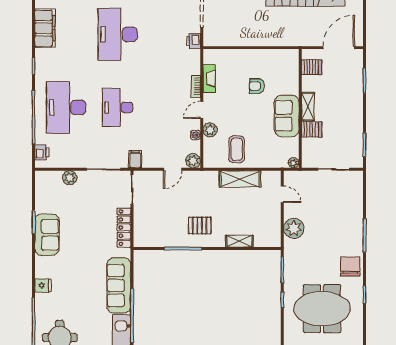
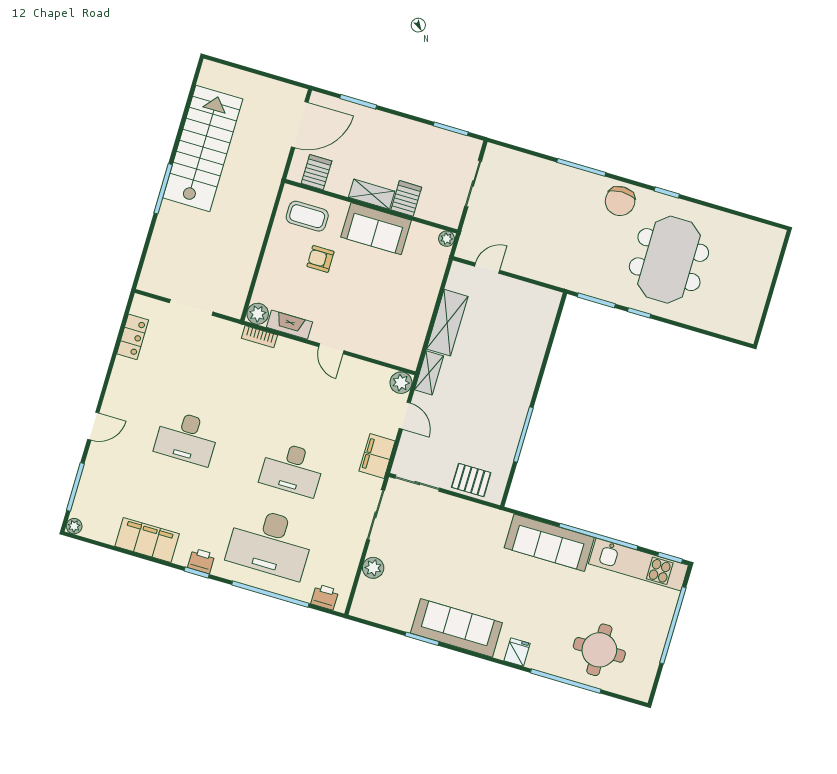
desk: (118, 34) -> (187, 438), width x0.73, depth x0.77
printer: (193, 41) -> (201, 561), moved, turned 180
door: (339, 48) -> (300, 125), swing flipped
bookcase: (196, 86) -> (259, 337), moved
armchair: (257, 86) -> (320, 259), turned 90
plant: (210, 130) -> (258, 314), moved
water cooler: (195, 135) -> (365, 368), removed
coffee table: (237, 149) -> (307, 216), moved
filing cabinet: (135, 159) -> (377, 456), width x2.00
pallet: (200, 226) -> (471, 480), moved, turned 90
locker: (124, 228) -> (468, 511), removed
plant: (294, 228) -> (541, 266), removed
sofa: (47, 235) -> (456, 628), width x1.36
shelving: (240, 241) -> (429, 373), moved
chair: (350, 266) -> (620, 201), turned -90

